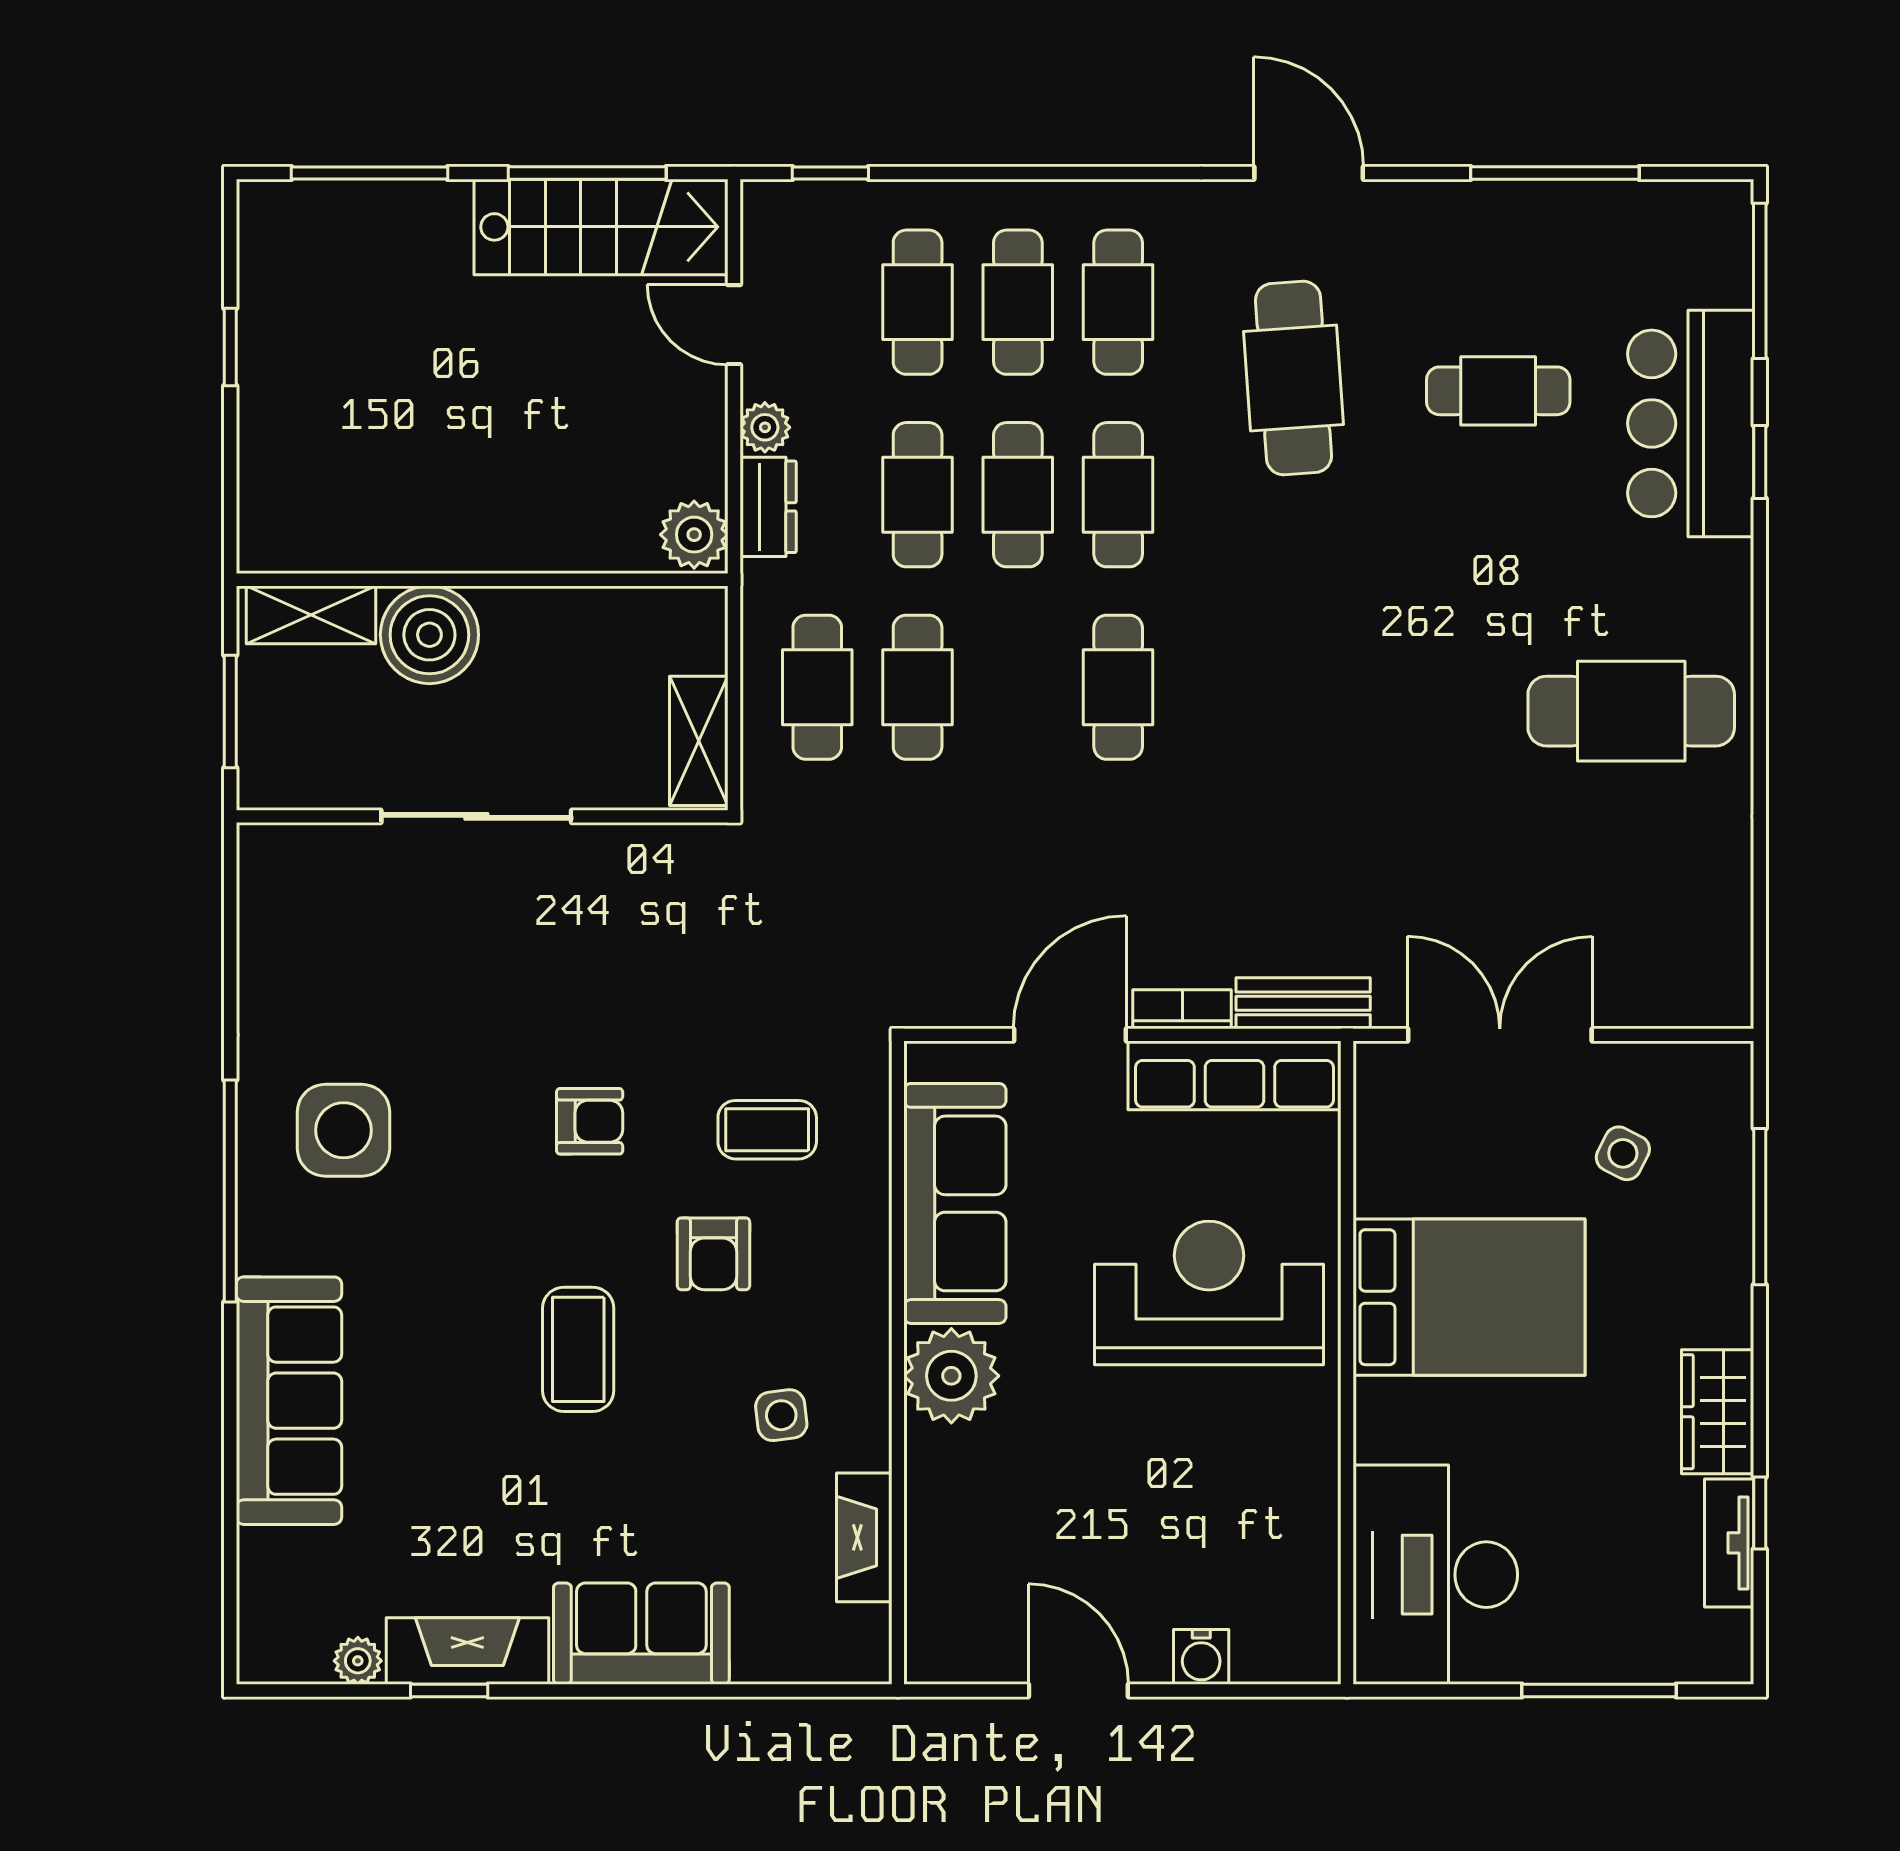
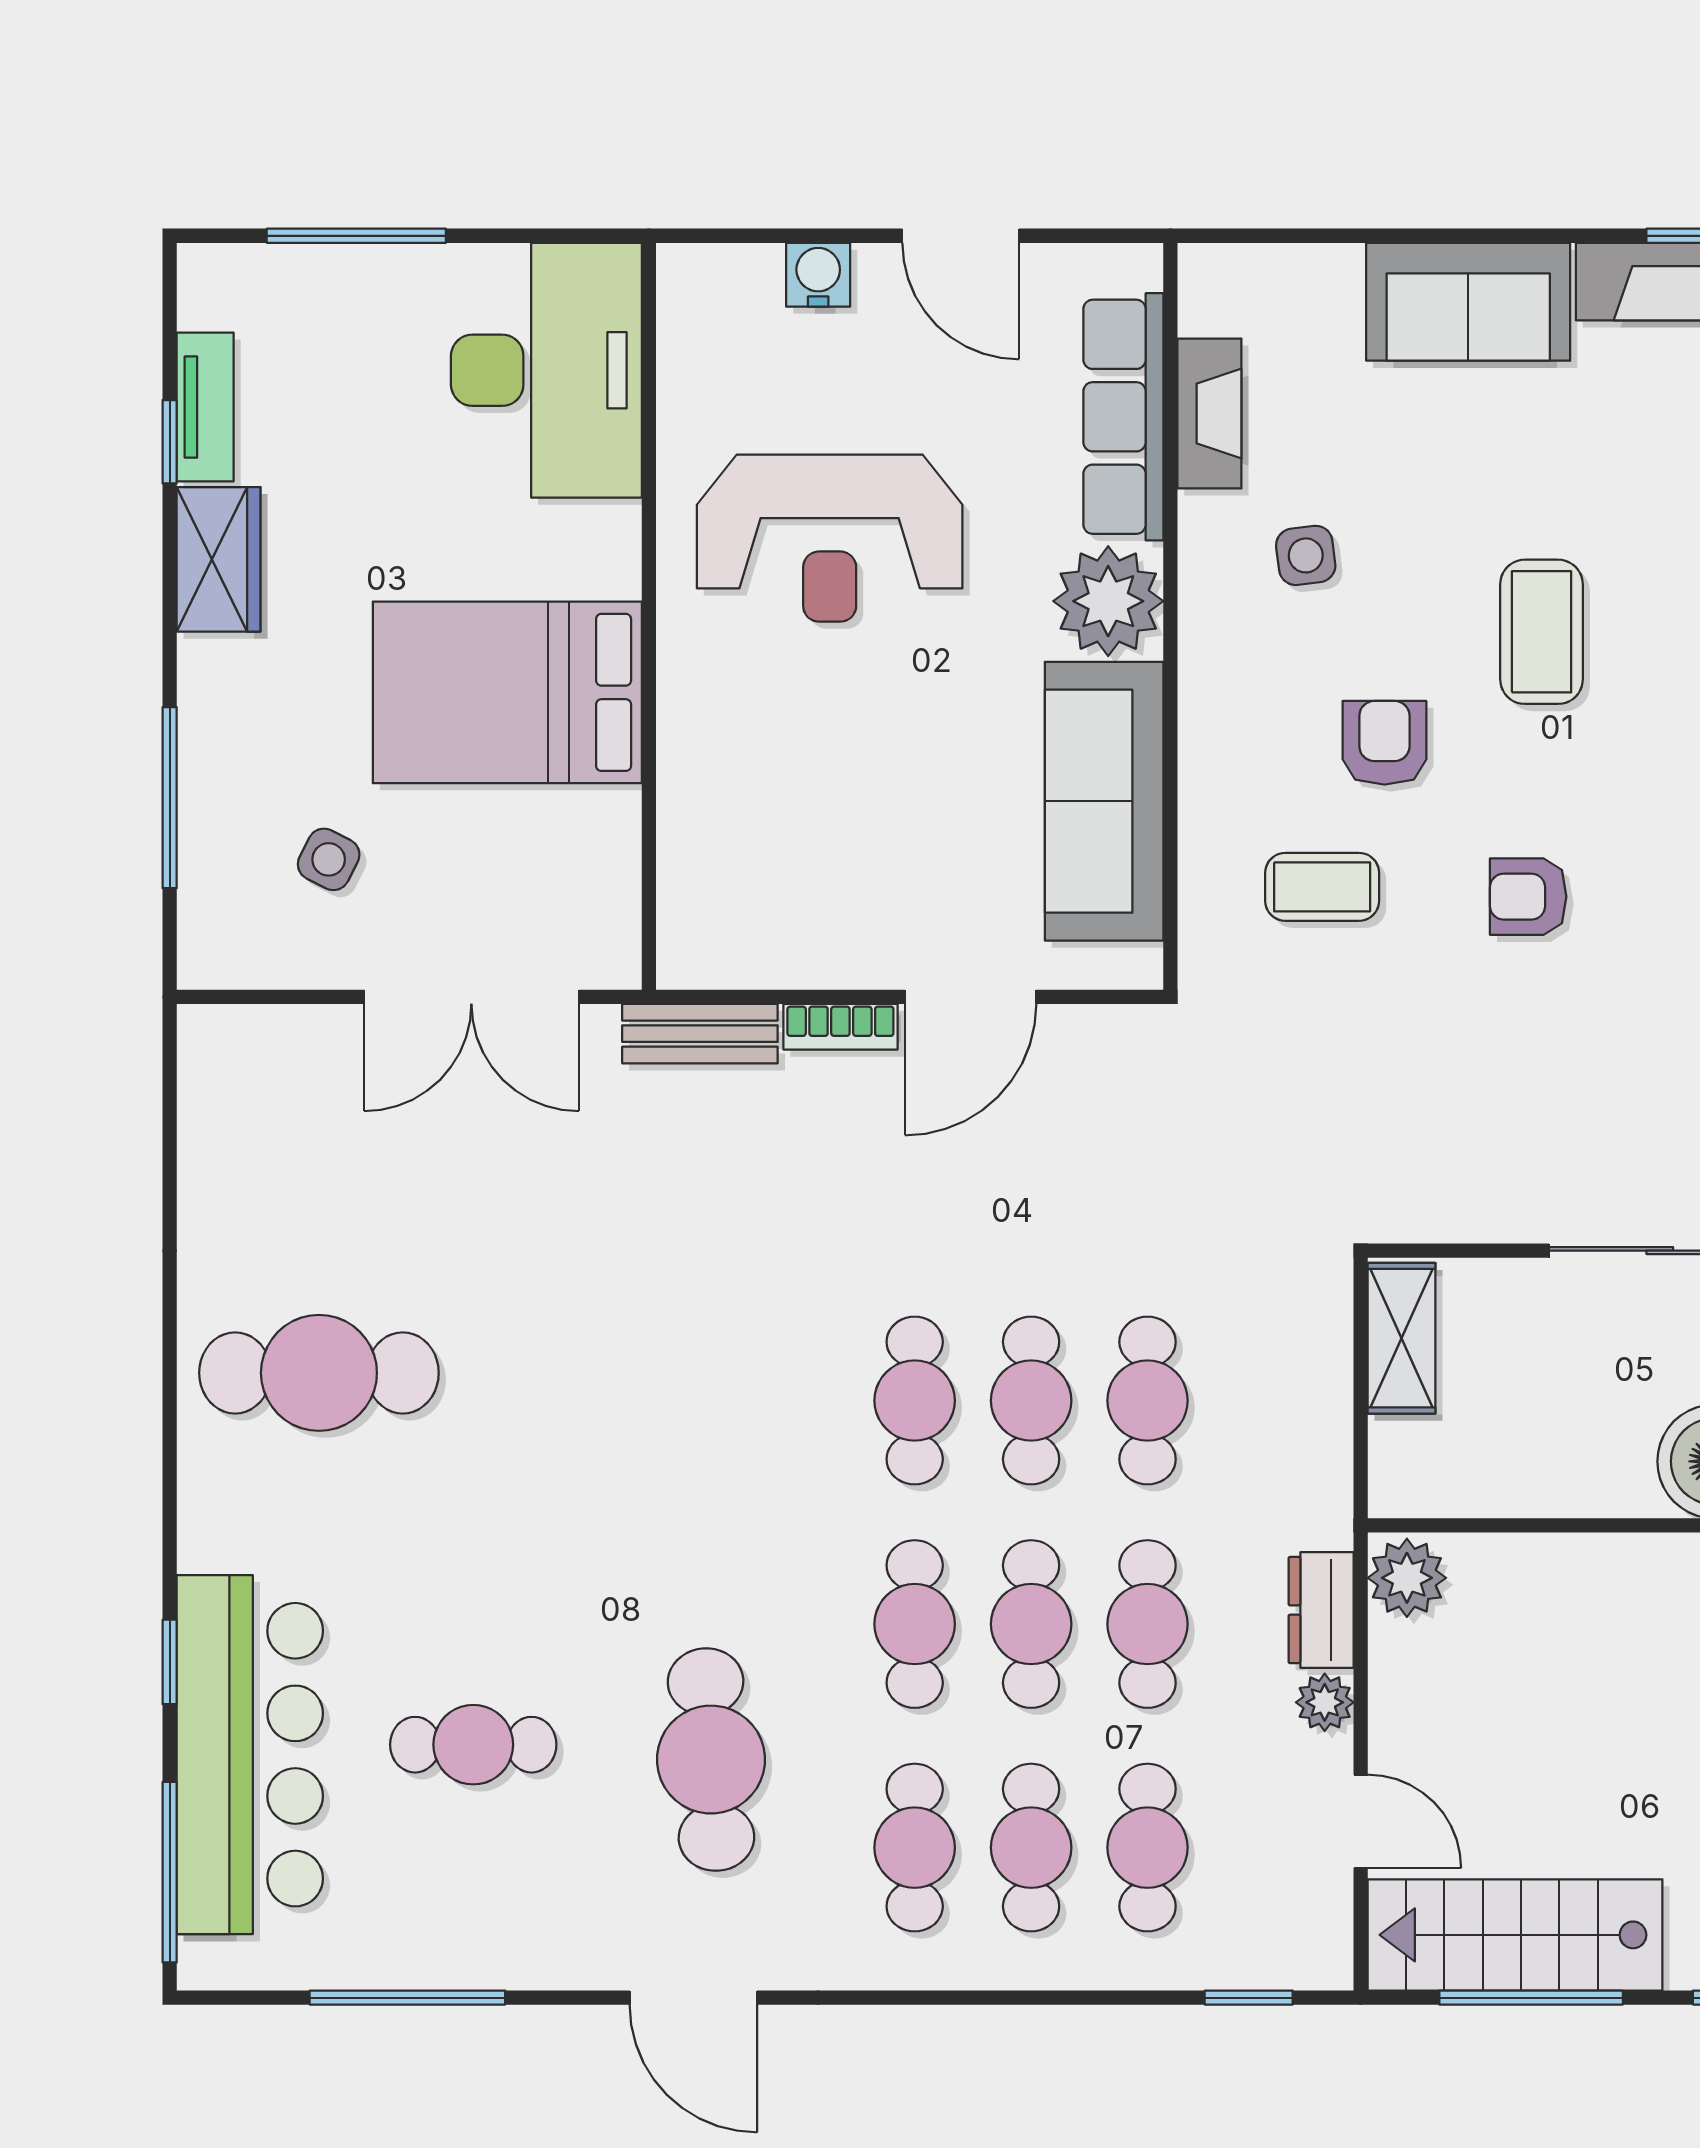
bar counter: (1691, 423) -> (250, 1755), width x1.36
cafe table: (817, 687) -> (1031, 1401), moved
row of seats: (1234, 1075) -> (1123, 417), moved, turned -90
reception desk: (1209, 1293) -> (830, 538), moved

